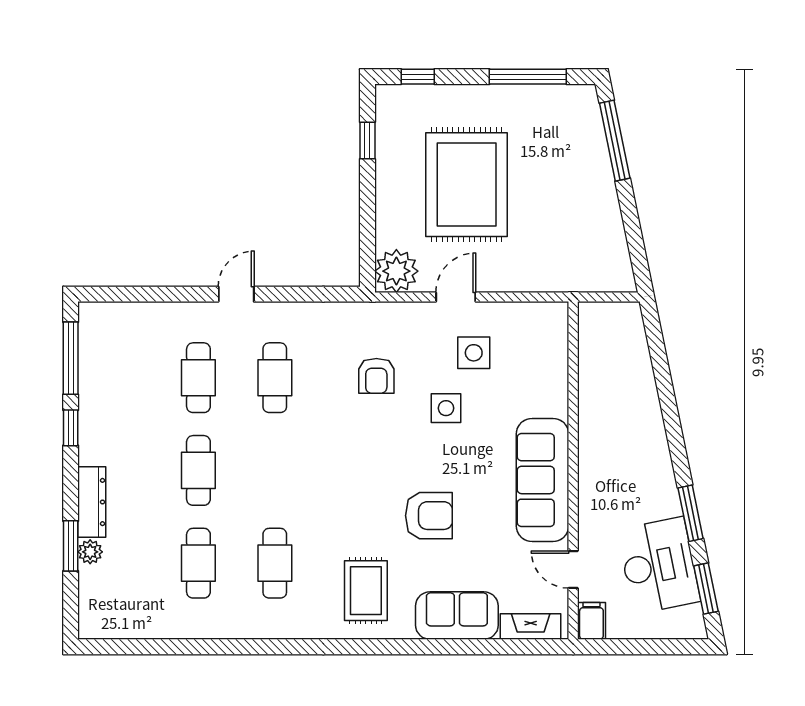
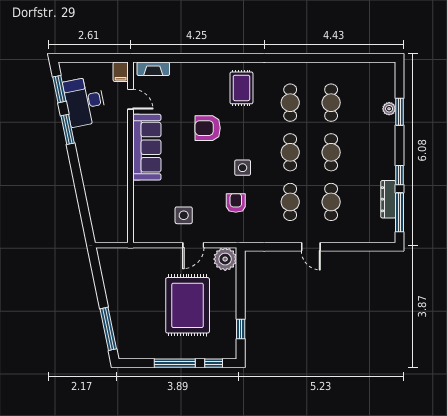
window: (528, 77) -> (175, 363), moved
door: (236, 294) -> (311, 247), hinge flipped
side table: (446, 408) -> (243, 168), moved
cafe table: (275, 470) -> (290, 152), added
dresser: (92, 502) -> (388, 199), moved
sofa: (457, 616) -> (193, 75), removed

